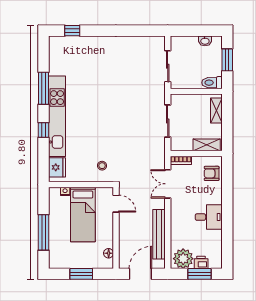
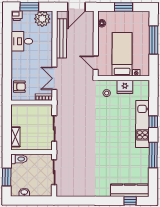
kitchen counter: (73, 44) -> (130, 190), added
kitchen unit: (57, 116) -> (142, 124), width x0.73
shelving: (207, 145) -> (23, 109), removed
fridge: (57, 167) -> (125, 87), moved, turned -90
double door: (168, 184) -> (54, 78), swing flipped
desk: (209, 217) -> (22, 41), moved
printer: (201, 262) -> (17, 16), moved

